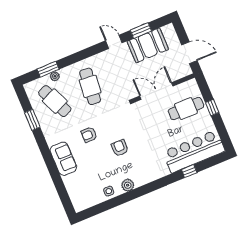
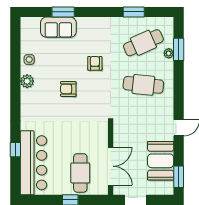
window: (141, 31) -> (179, 177), moved
double door: (156, 91) -> (111, 166), moved
armchair: (120, 148) -> (68, 89), turned 180
sofa: (63, 159) -> (58, 27), moved
window: (57, 179) -> (63, 12), added

